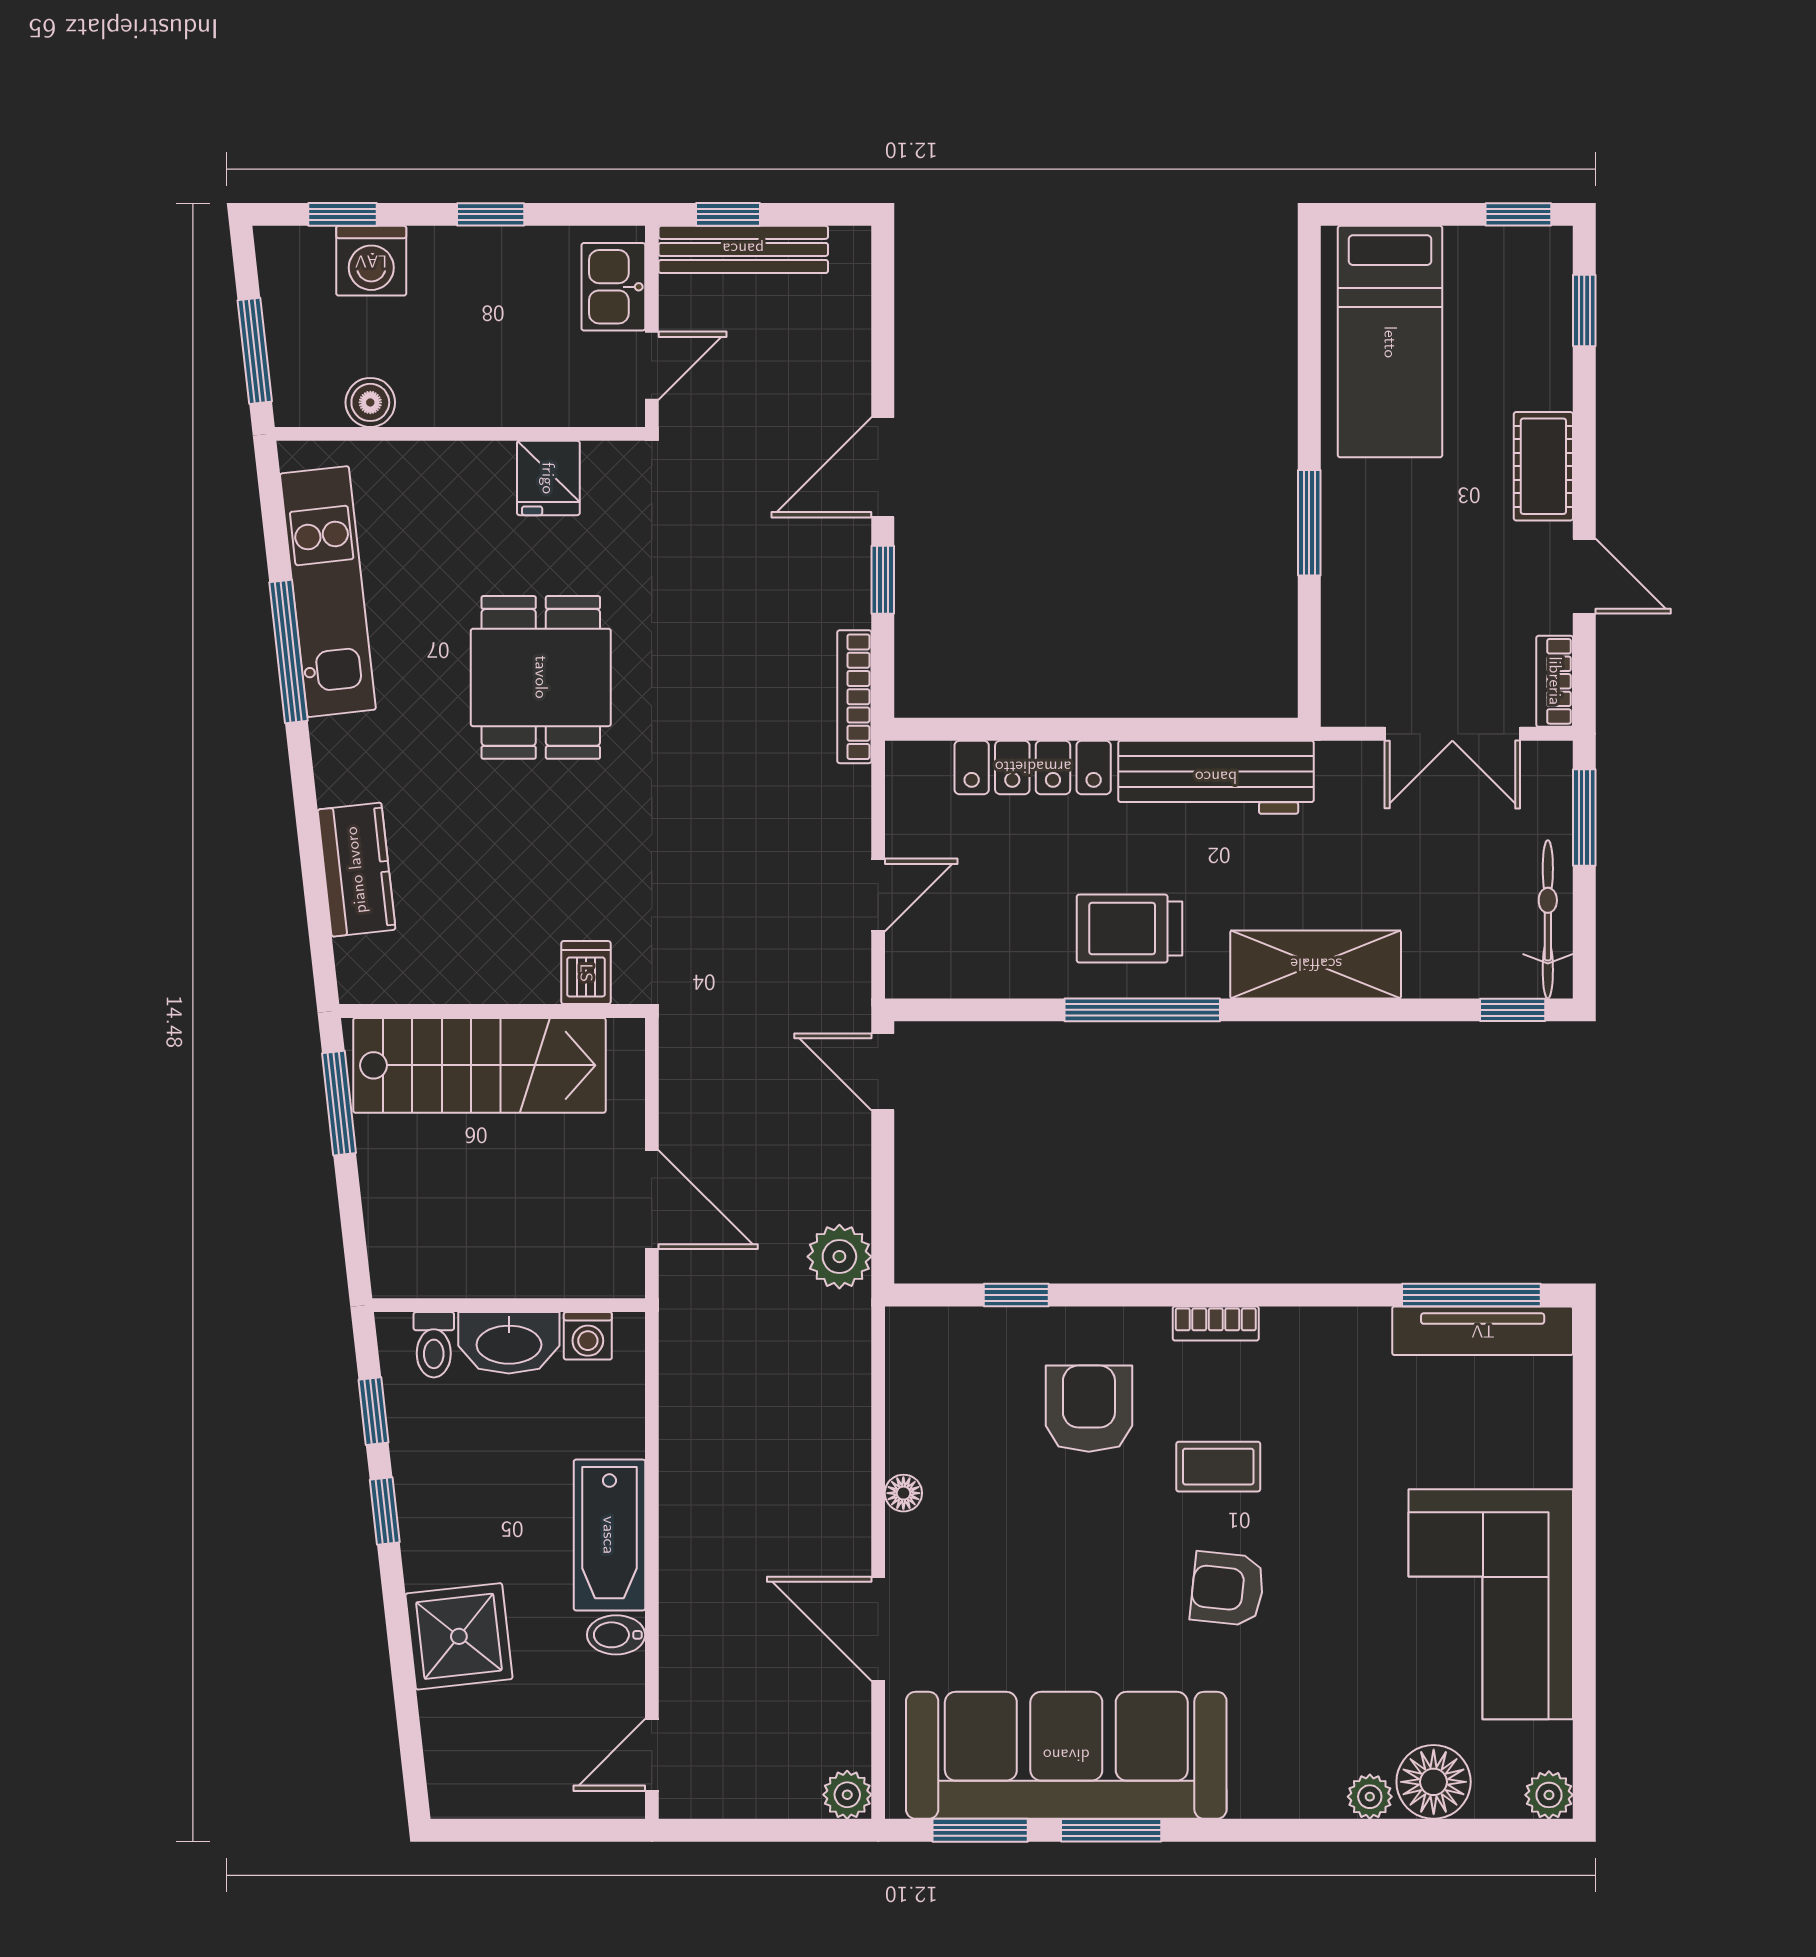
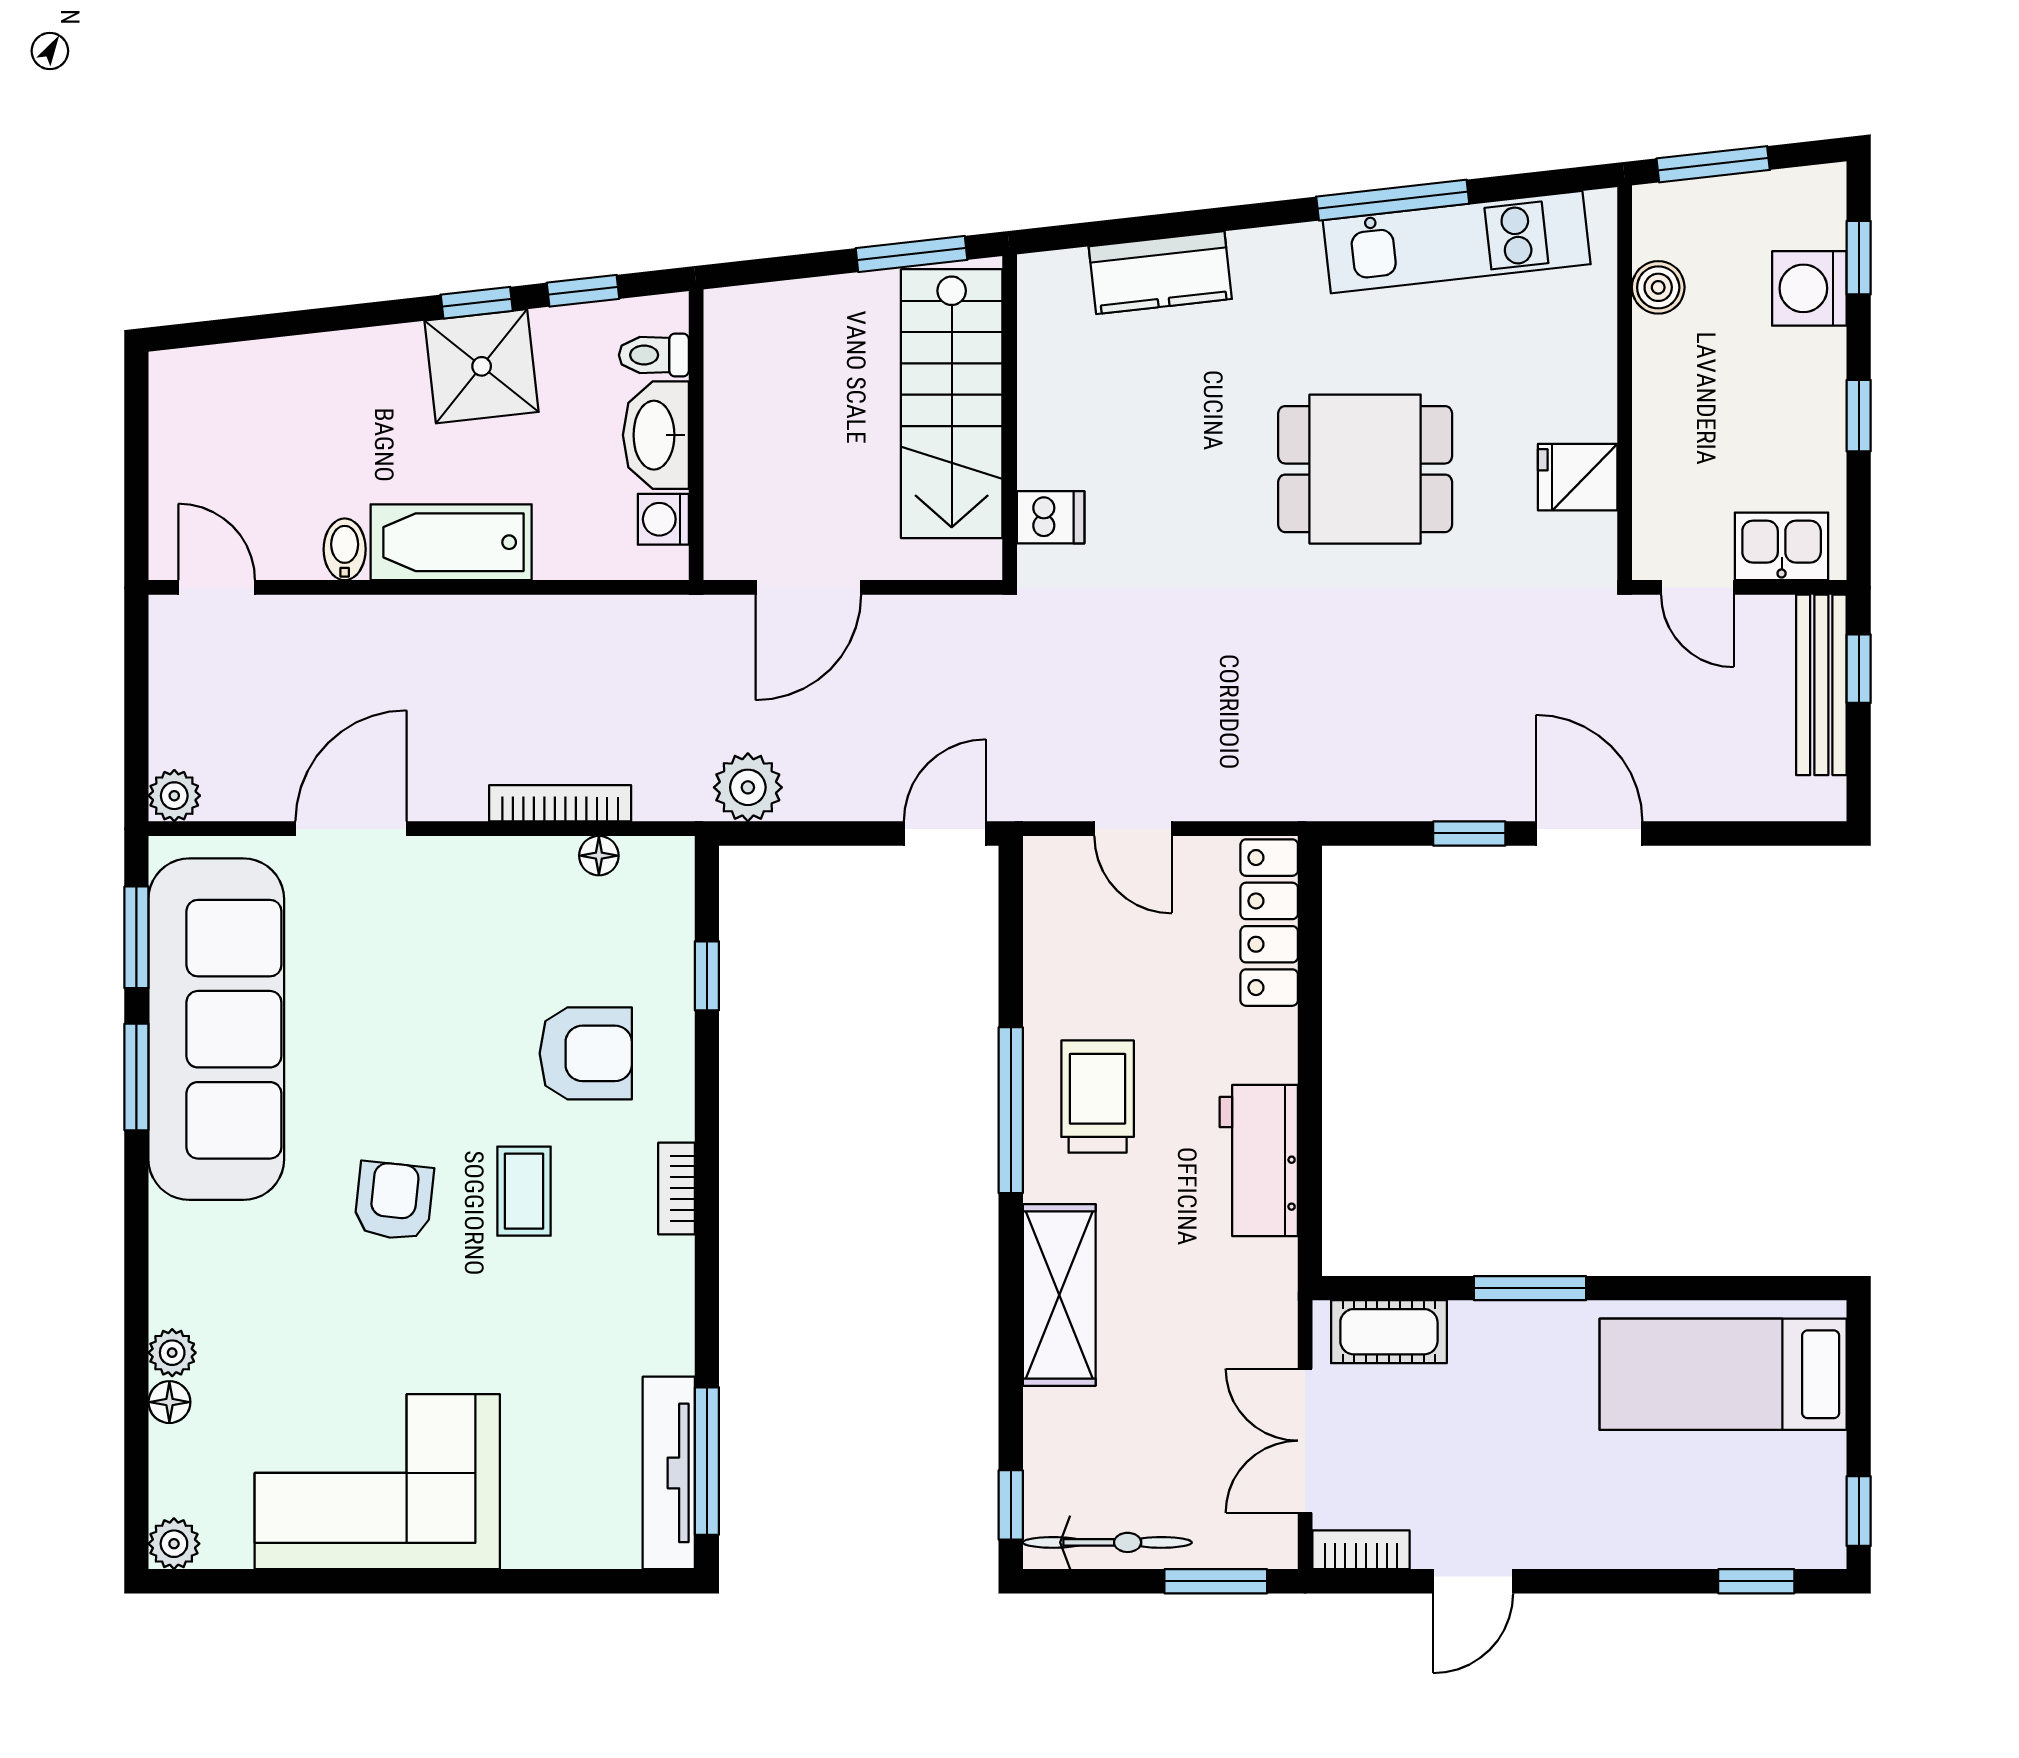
cot: (1543, 466) -> (1389, 1332), moved
bookcase: (854, 697) -> (560, 803), moved
locker: (1033, 767) -> (1269, 923), moved
workbench: (1216, 777) -> (1259, 1160), width x0.73
floor lamp: (903, 1493) -> (599, 856), moved
shower: (459, 1636) -> (482, 366), moved
floor lamp: (1434, 1782) -> (169, 1402), width x0.53, depth x0.53

